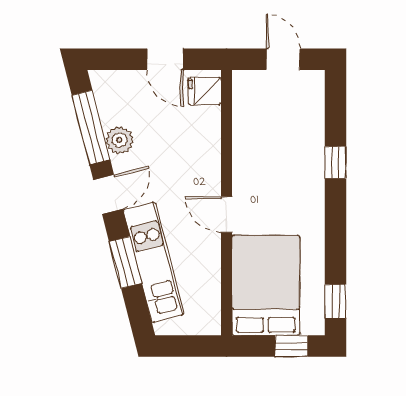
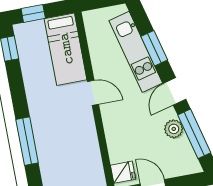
window: (335, 162) -> (27, 141), width x2.17
bed: (266, 285) -> (66, 49), width x0.67

